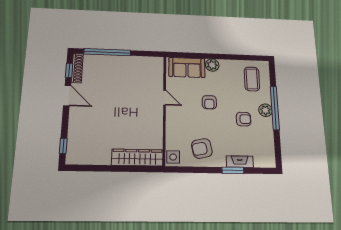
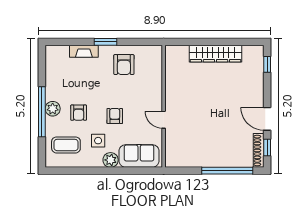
coffee table: (252, 79) -> (66, 145), turned 90
armchair: (244, 119) -> (79, 113), moved, turned -90
armchair: (202, 148) -> (124, 65), turned 102
side table: (173, 157) -> (98, 141), moved
wardrobe: (137, 158) -> (215, 54), moved
window: (233, 170) -> (105, 42), moved

